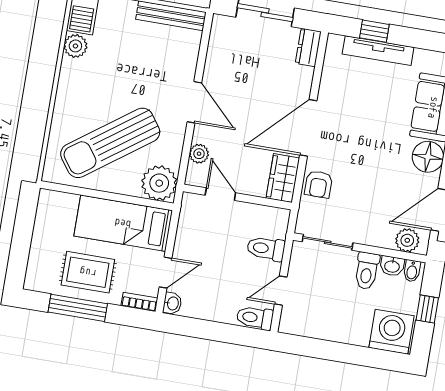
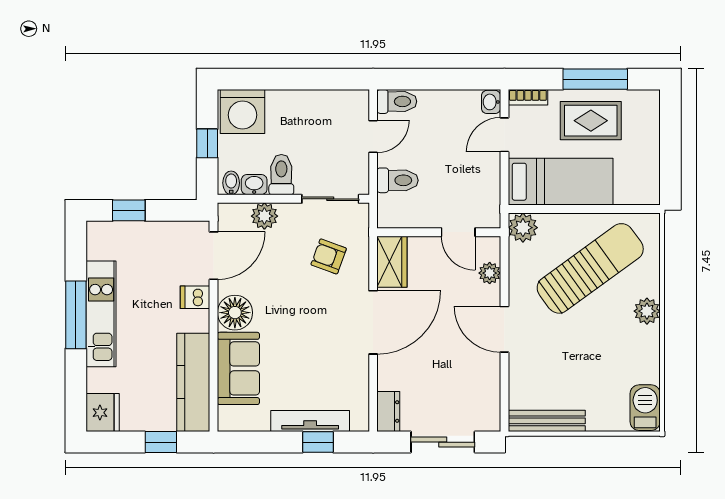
plant: (75, 46) -> (647, 311), moved
plant: (159, 183) -> (523, 228), width x0.73, depth x0.73
armchair: (319, 184) -> (329, 256), moved, turned -70
plant: (407, 240) -> (264, 216), moved

